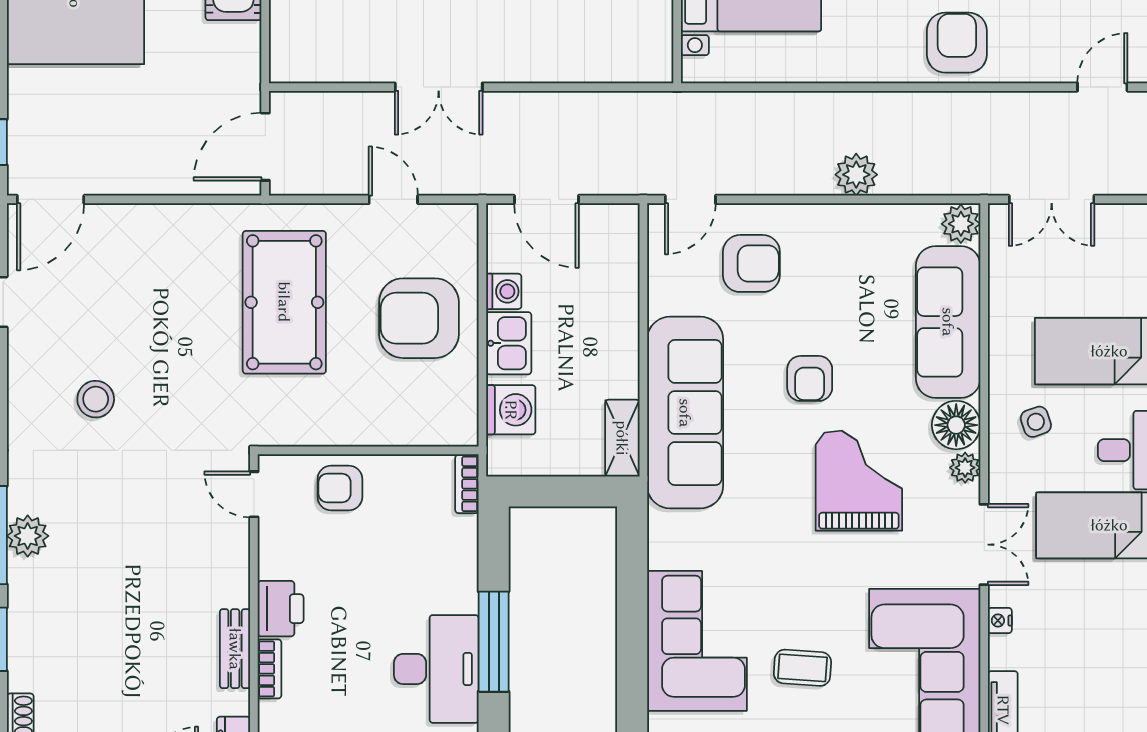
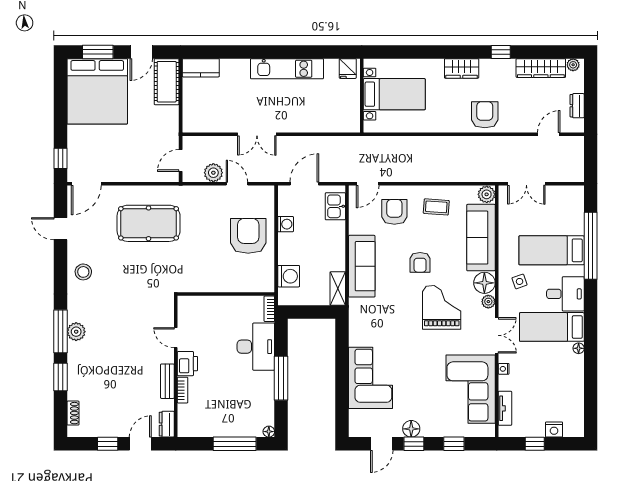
door: (265, 147) -> (181, 160), width x0.73
plant: (856, 175) -> (213, 173), moved
door: (546, 199) -> (304, 184), swing flipped
armchair: (751, 263) -> (394, 212), turned -90
pool table: (284, 302) -> (149, 223), moved, turned 90
armchair: (419, 318) -> (248, 236), turned 90
kitchen sink: (509, 343) -> (335, 206), moved, turned 180
stool: (96, 399) -> (83, 272), moved
sofa: (685, 413) -> (362, 266), width x0.74, depth x0.79
armchair: (340, 488) -> (213, 311), removed
door: (254, 494) -> (176, 338), moved
coffee table: (802, 668) -> (436, 207), moved
desk: (436, 669) -> (256, 347), moved

